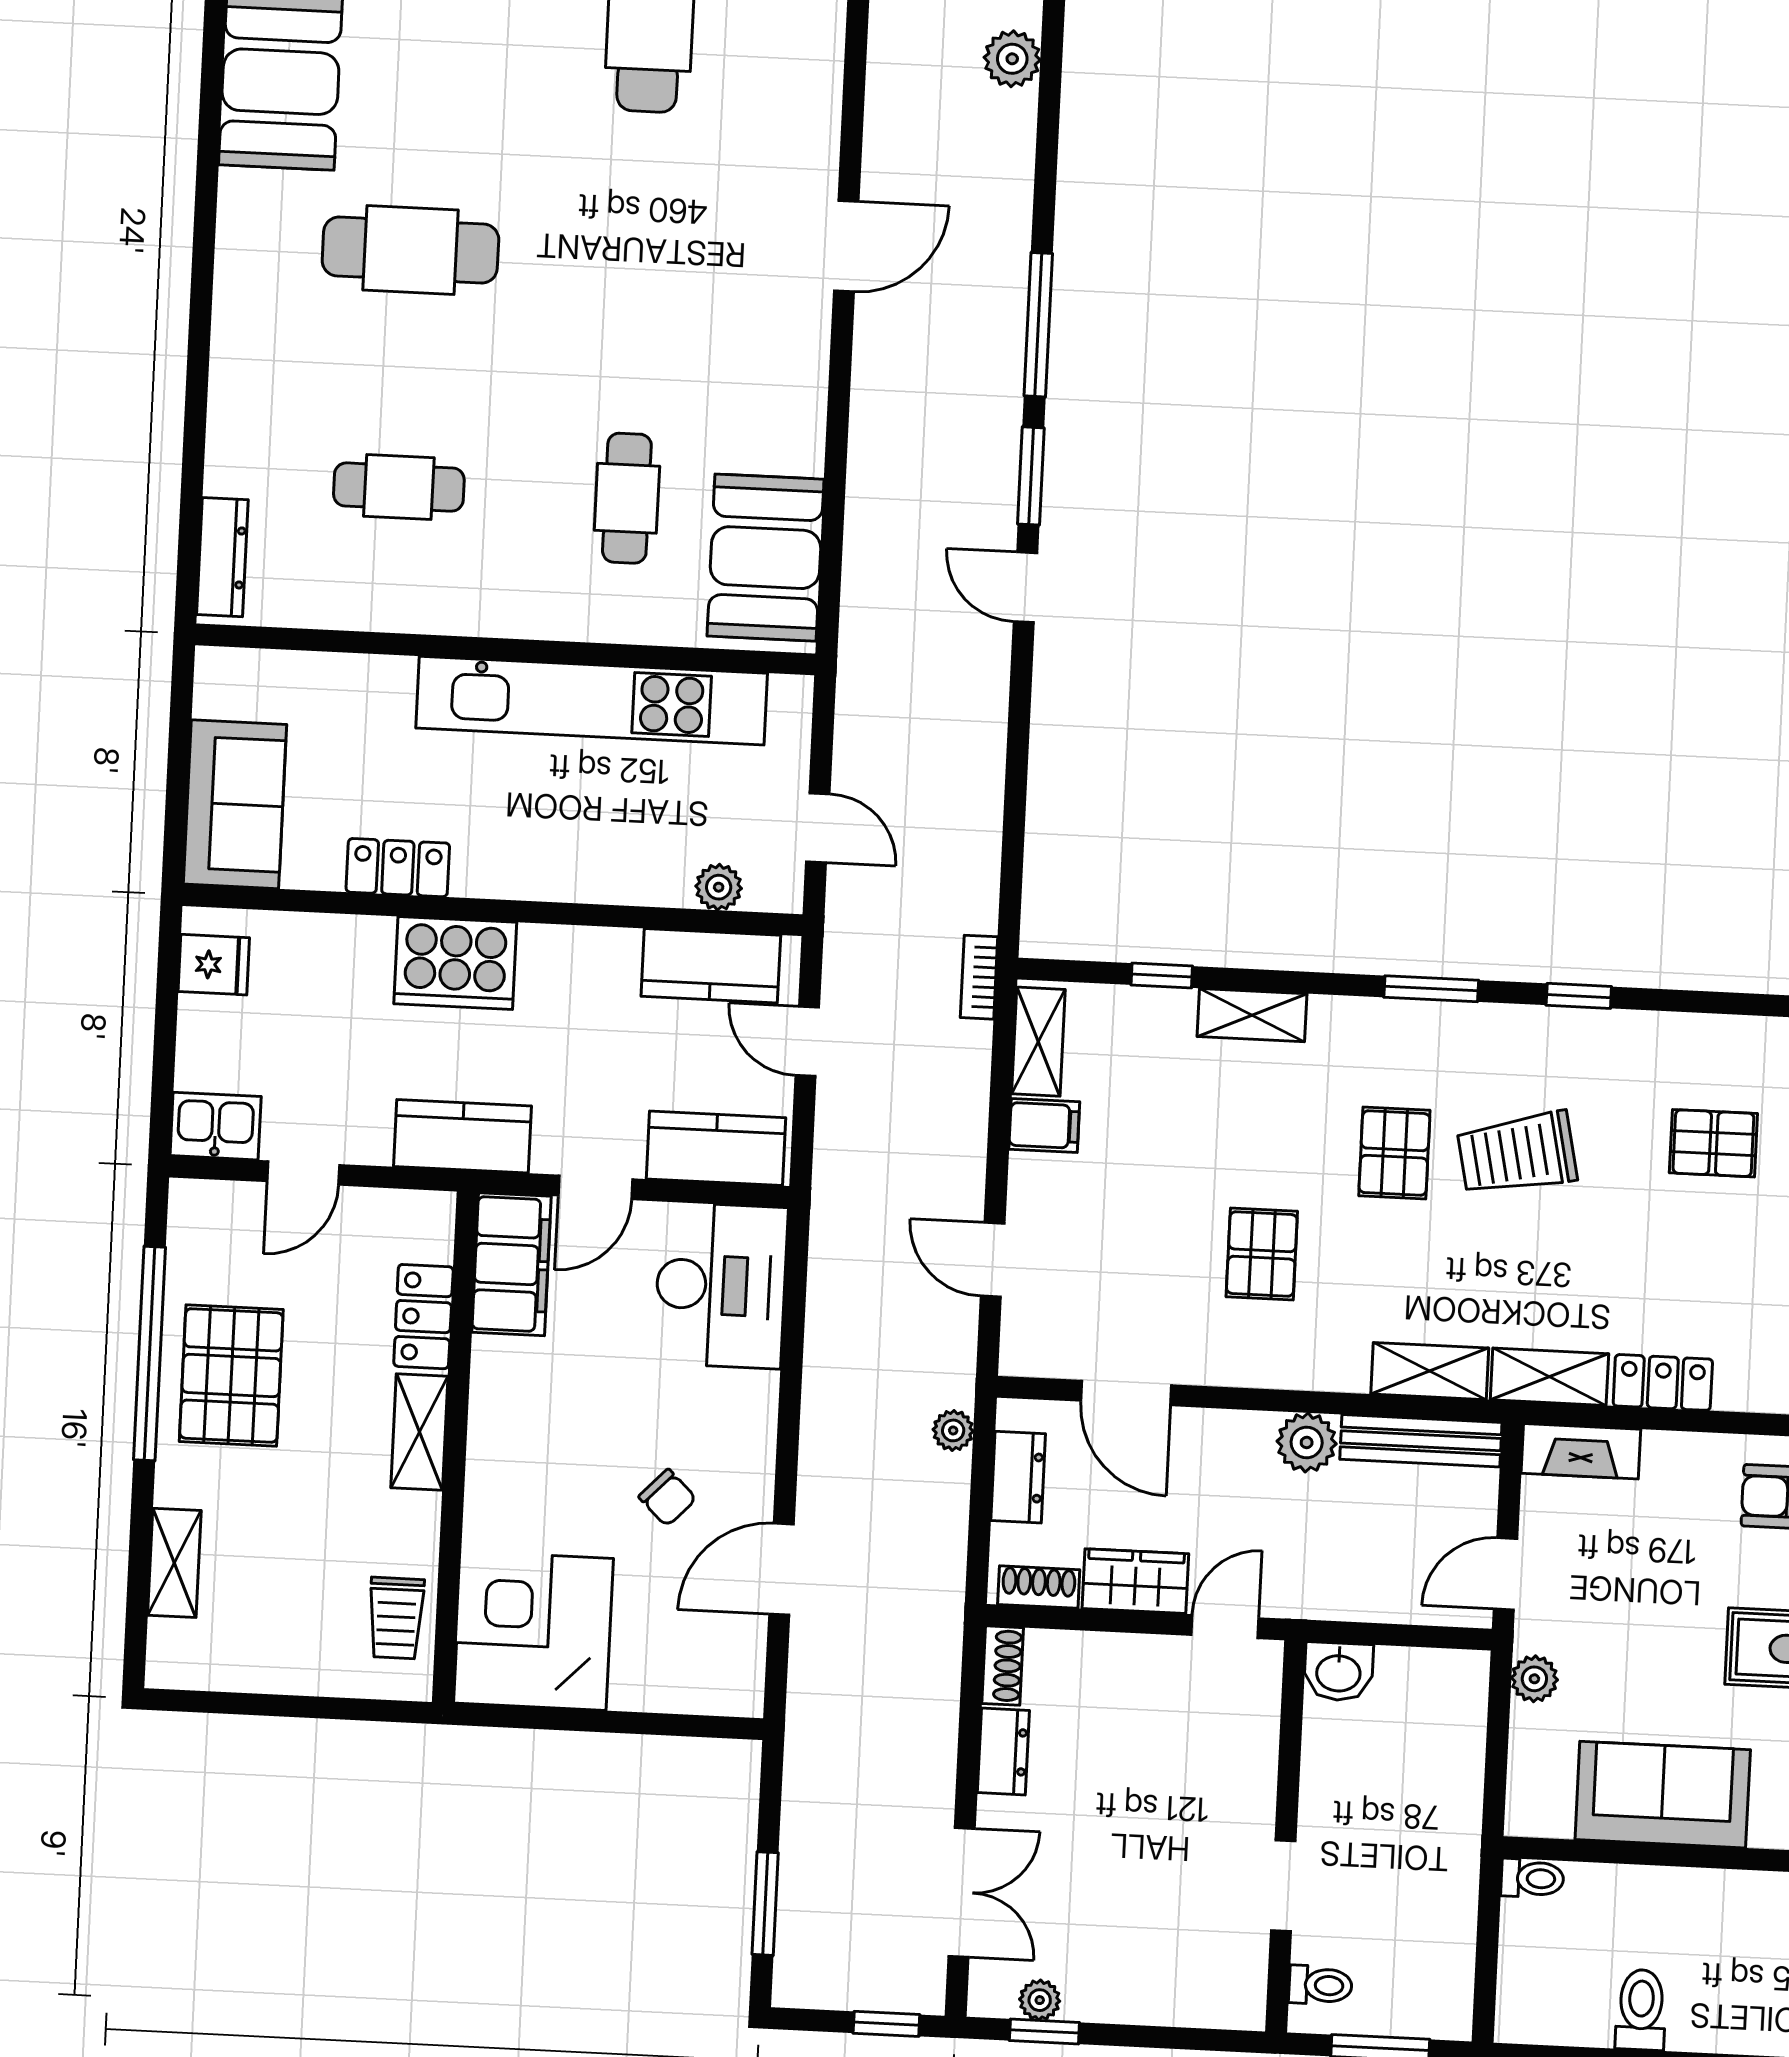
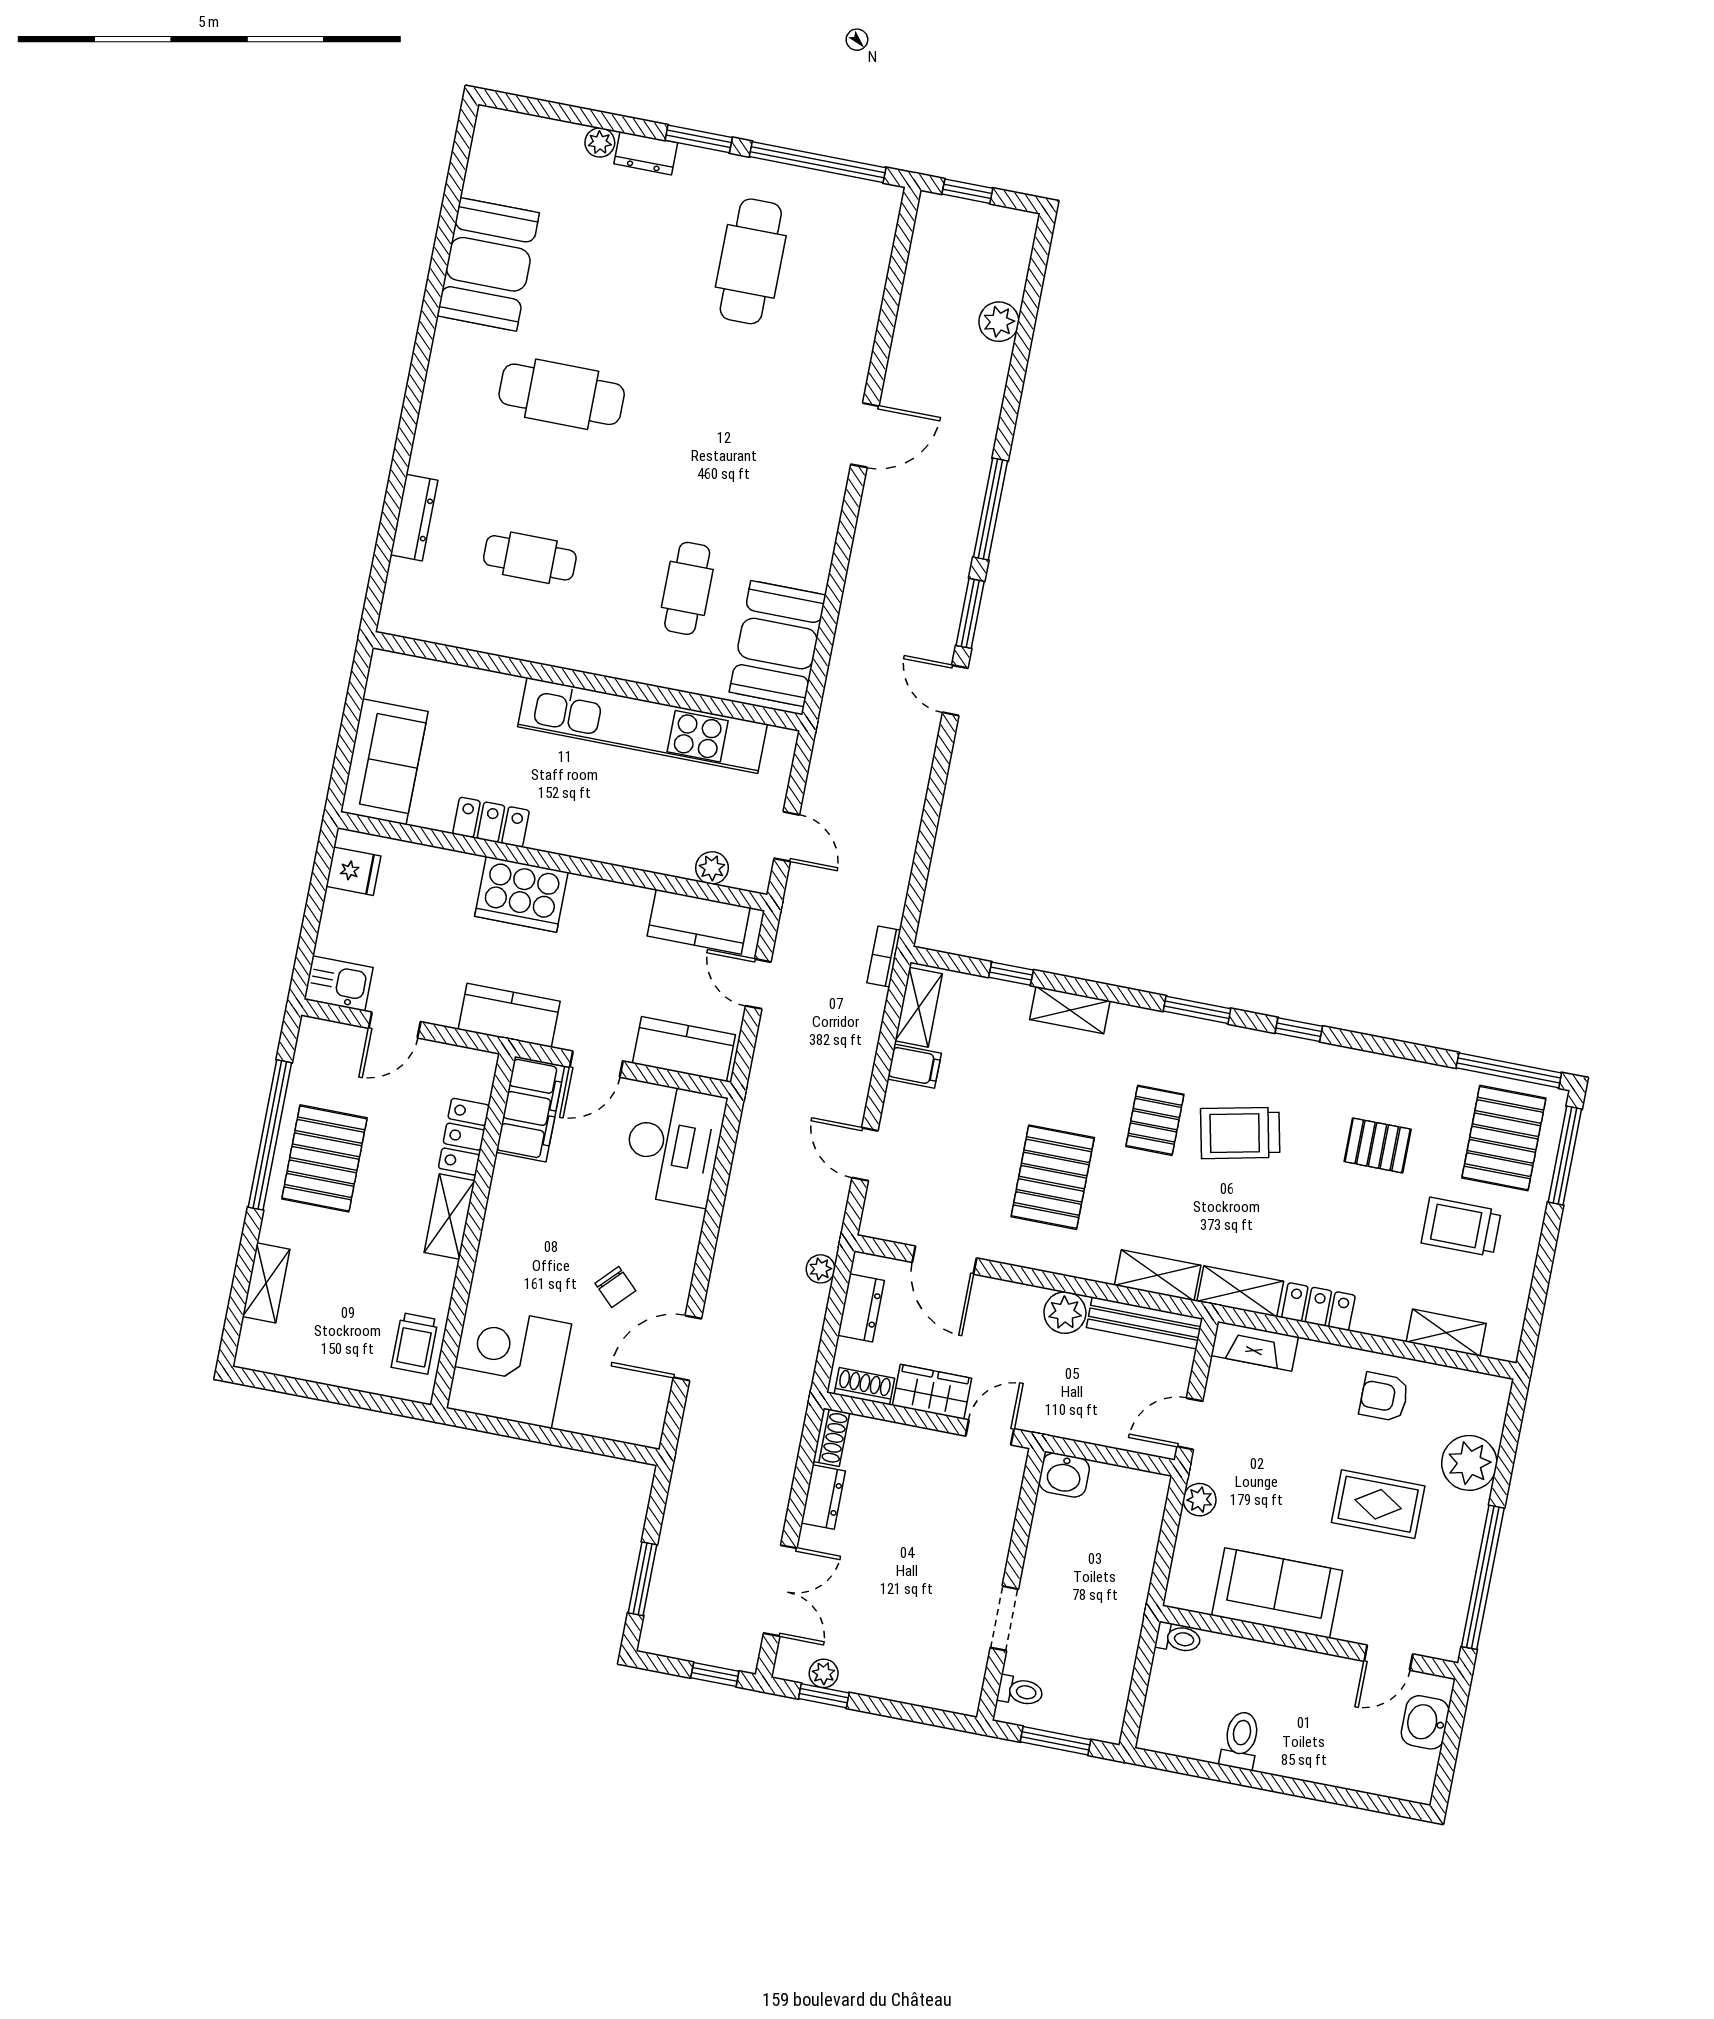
dresser: (222, 557) -> (414, 518), moved
pallet: (1262, 1254) -> (1053, 1177), width x1.50, depth x1.42

